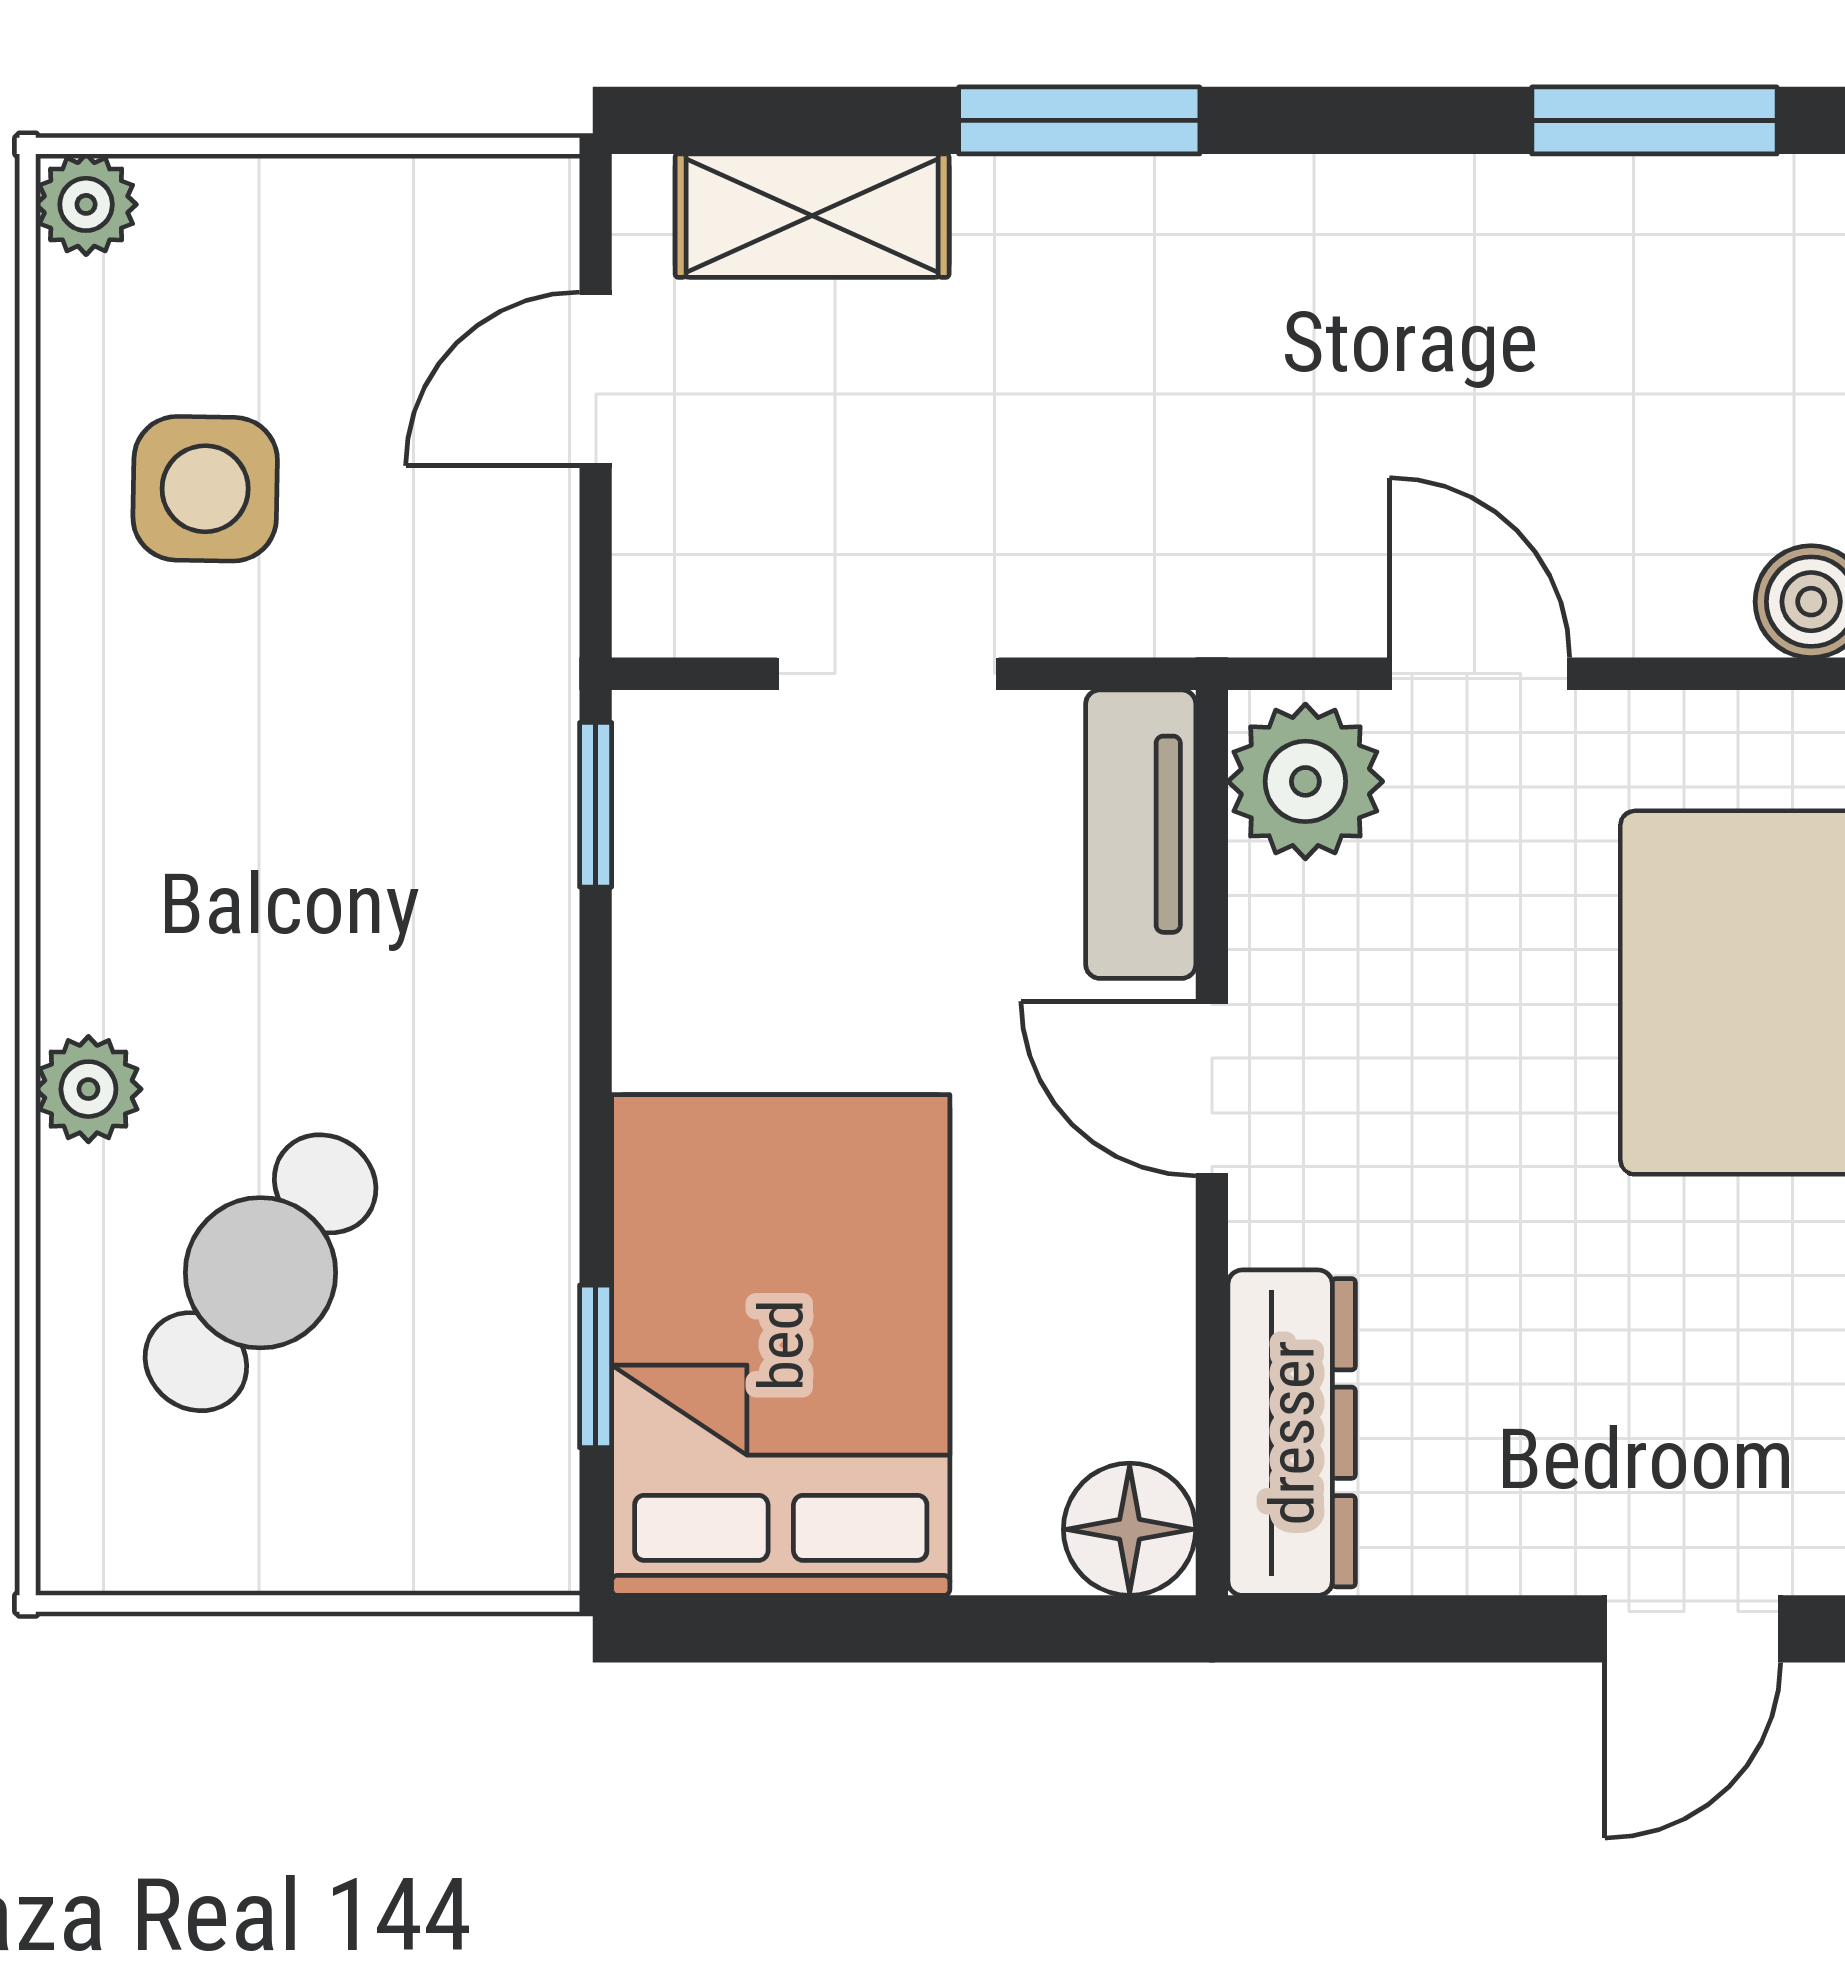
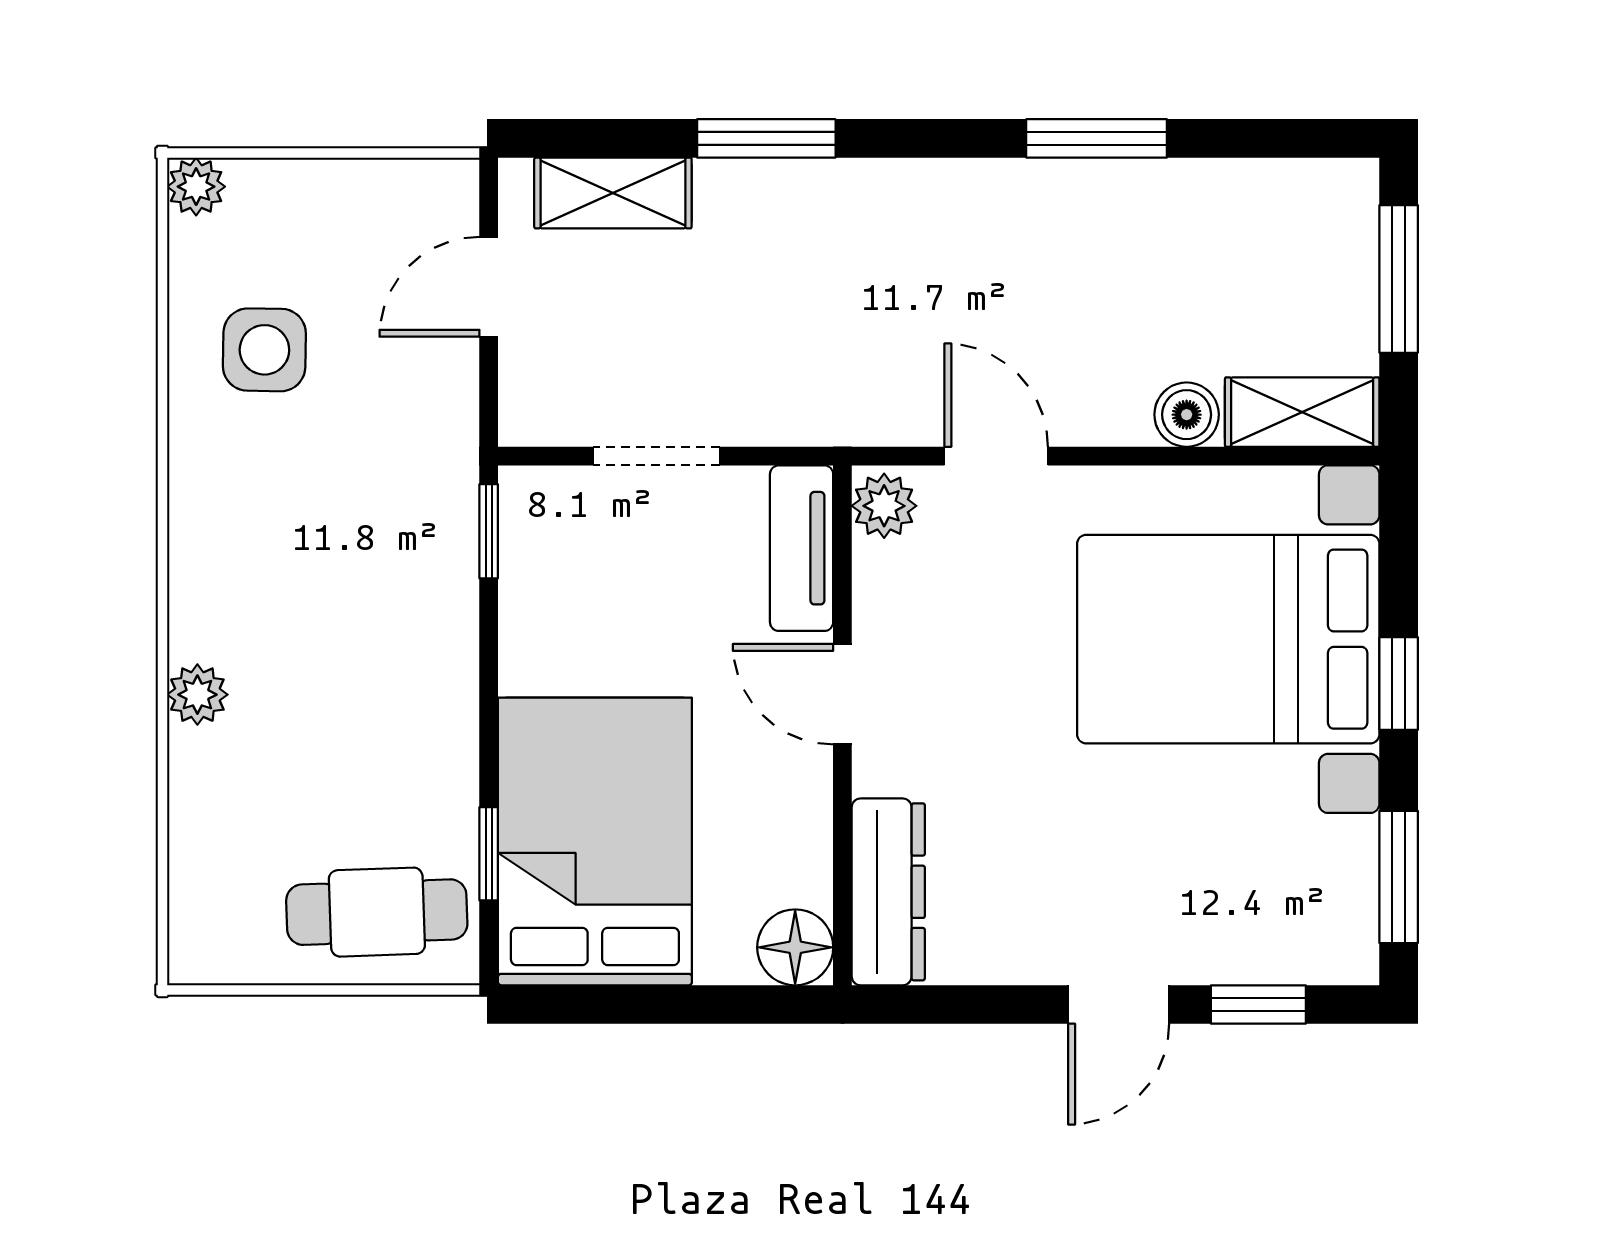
plant: (1305, 781) -> (884, 506), width x0.73, depth x0.73
cafe table: (260, 1273) -> (377, 912), moved, turned 52

